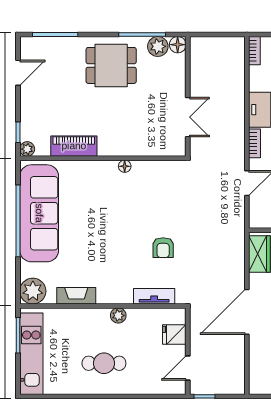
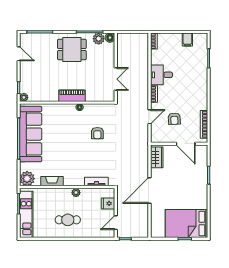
door: (18, 73) -> (19, 54), hinge flipped
piano: (74, 146) -> (72, 96), moved
armchair: (163, 248) -> (97, 133), moved

